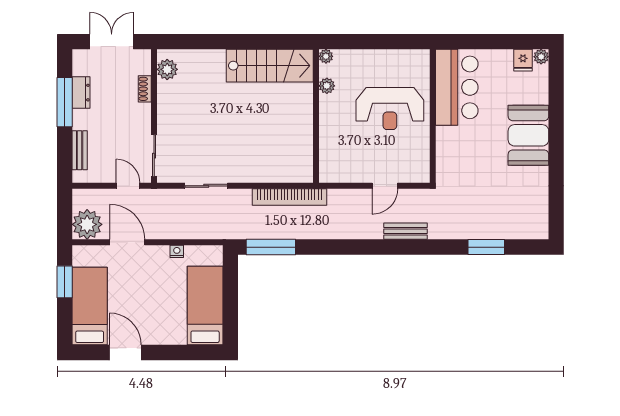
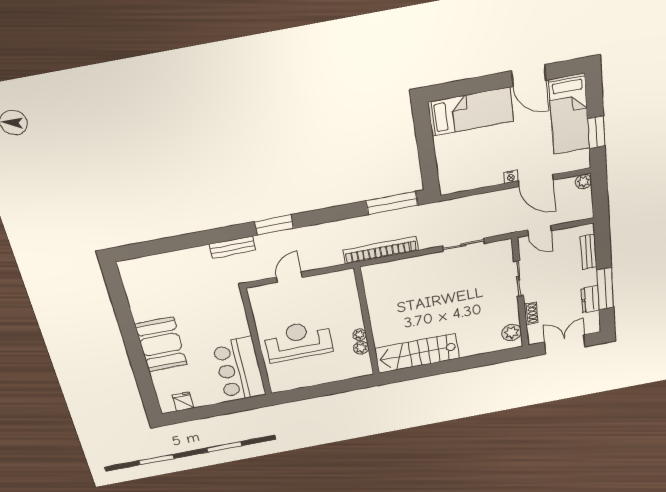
double door: (112, 42) -> (565, 344), swing flipped
plant: (326, 56) -> (360, 335), moved
plant: (541, 57) -> (167, 407), removed
sliding door: (154, 156) -> (519, 279), moved
plant: (87, 224) -> (584, 182), width x0.53, depth x0.53
bench: (405, 231) -> (233, 247), moved
window: (486, 247) -> (274, 225), moved
nightstand: (177, 251) -> (511, 177), moved
bed: (205, 306) -> (471, 112), moved, turned -90

